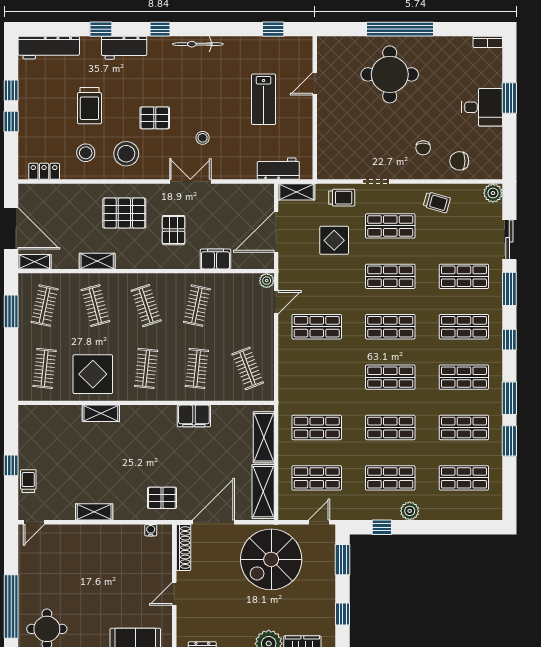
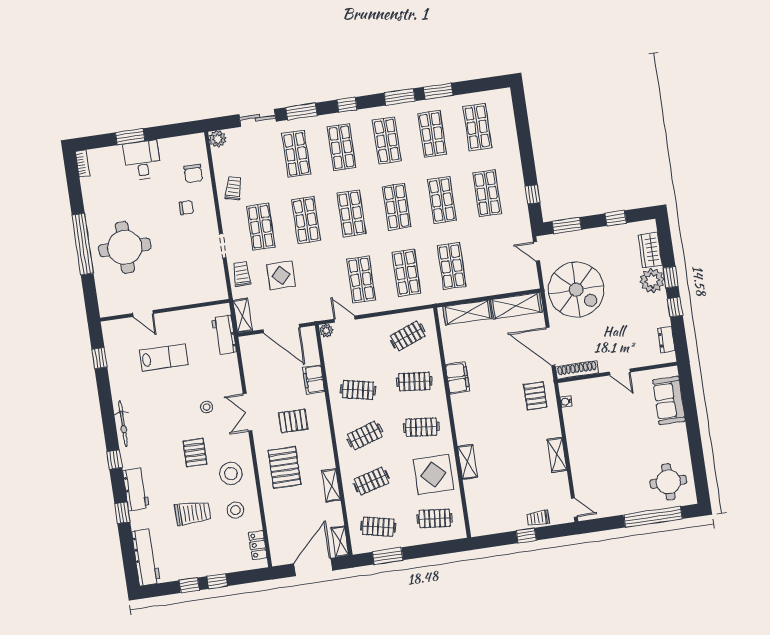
shop shelf: (317, 478) -> (406, 273), moved
plant: (410, 511) -> (514, 172), removed

